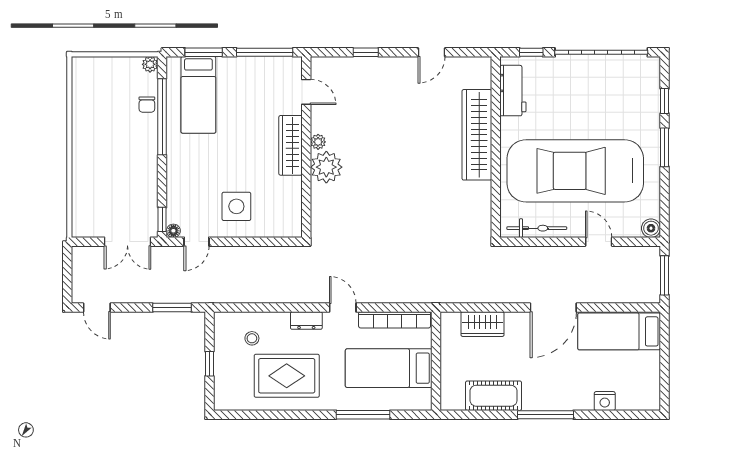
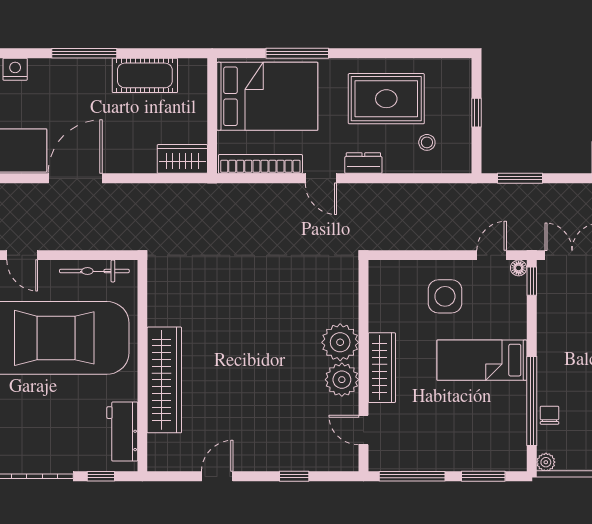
bed: (198, 95) -> (482, 360), moved, turned -90
plant: (318, 142) -> (342, 380), width x1.88, depth x1.88
wardrobe: (483, 324) -> (182, 159), moved
bed: (389, 368) -> (267, 96), width x1.50

